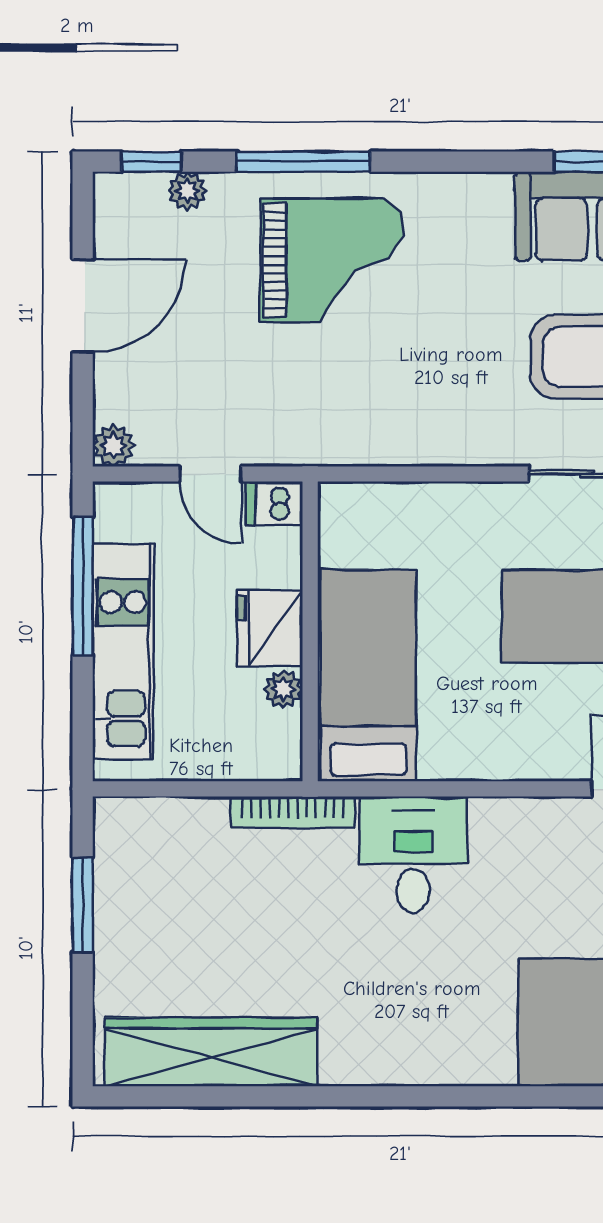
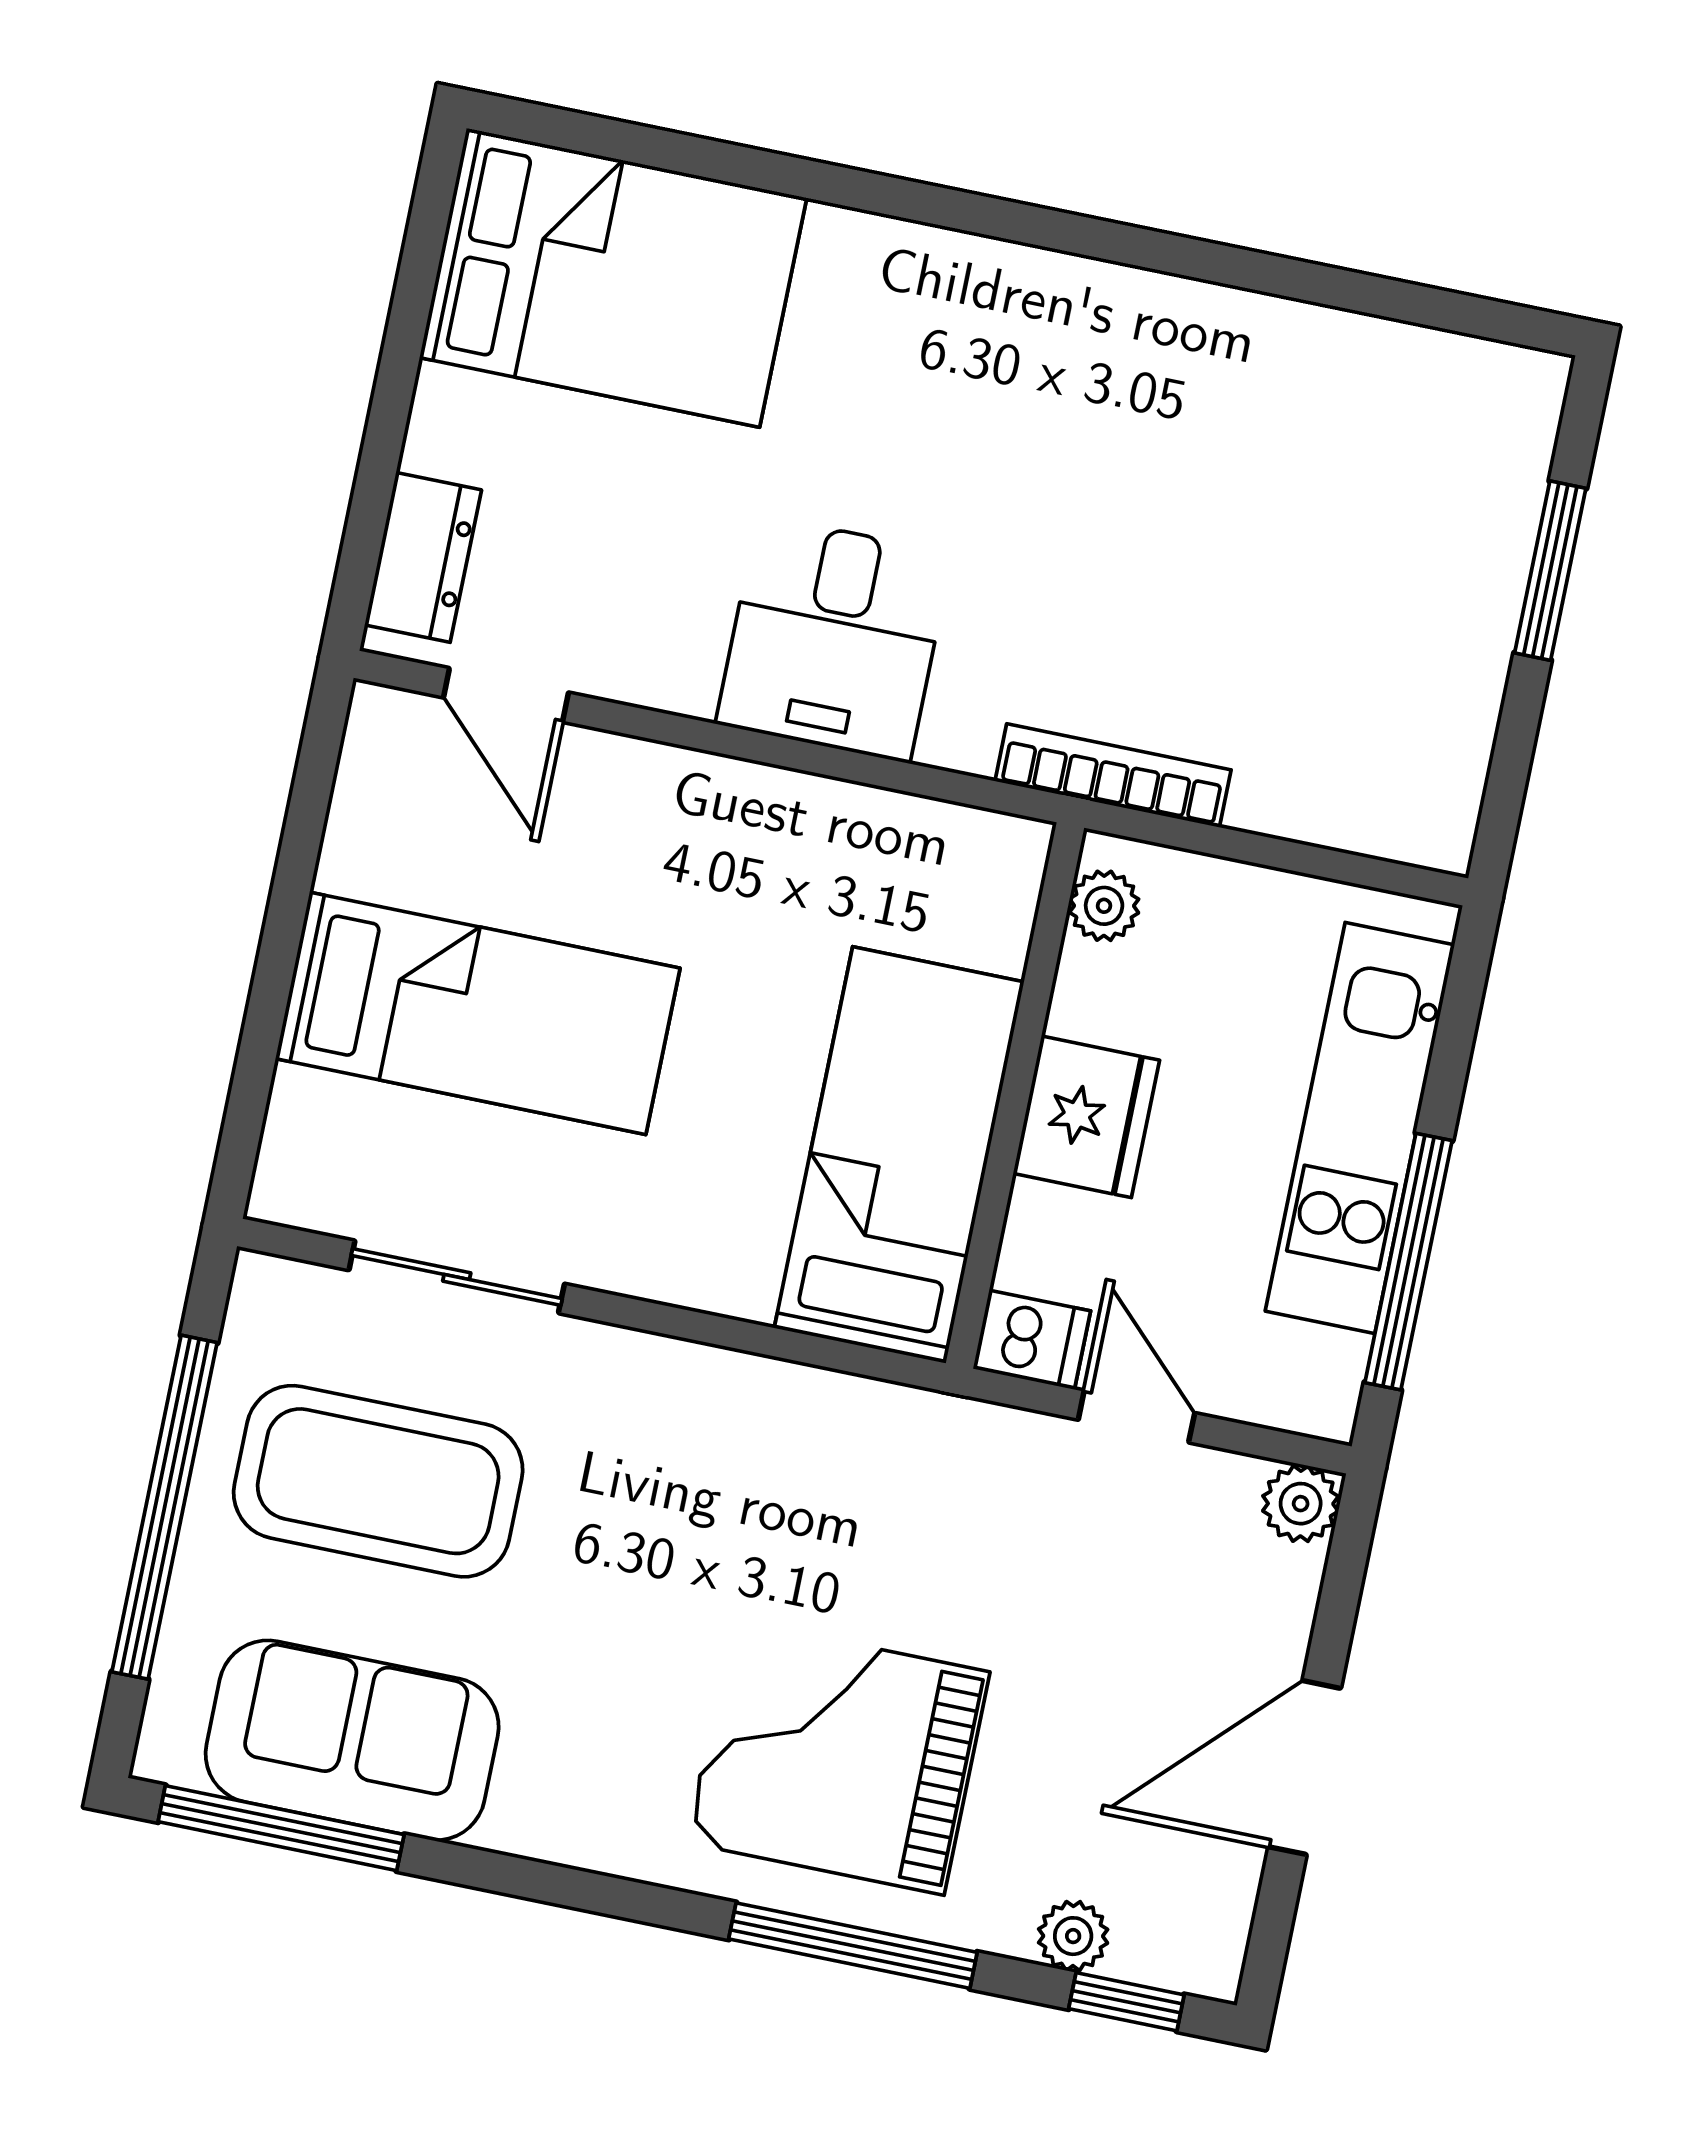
bed: (368, 676) -> (899, 1155), moved, turned 180
plant: (283, 689) -> (1104, 906), moved
desk: (413, 855) -> (834, 639), moved
window: (83, 905) -> (1550, 571), moved
wardrobe: (211, 1052) -> (1349, 374), removed

